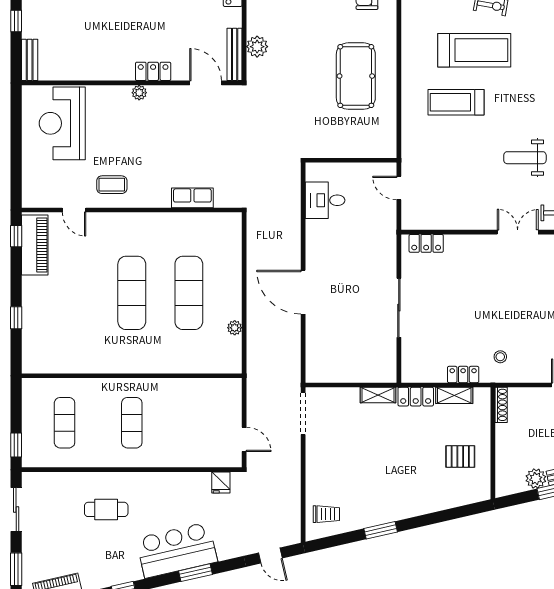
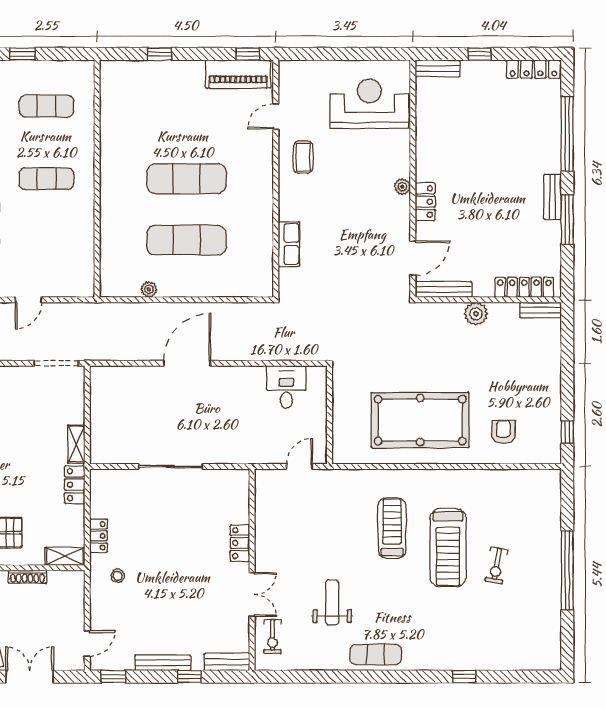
plant: (257, 47) -> (476, 314), moved
pool table: (356, 76) -> (420, 420), width x1.36, depth x1.32
locker: (426, 243) -> (240, 543), moved
shelving: (454, 395) -> (65, 556), moved, turned 90
shoe rack: (501, 405) -> (27, 577), moved

